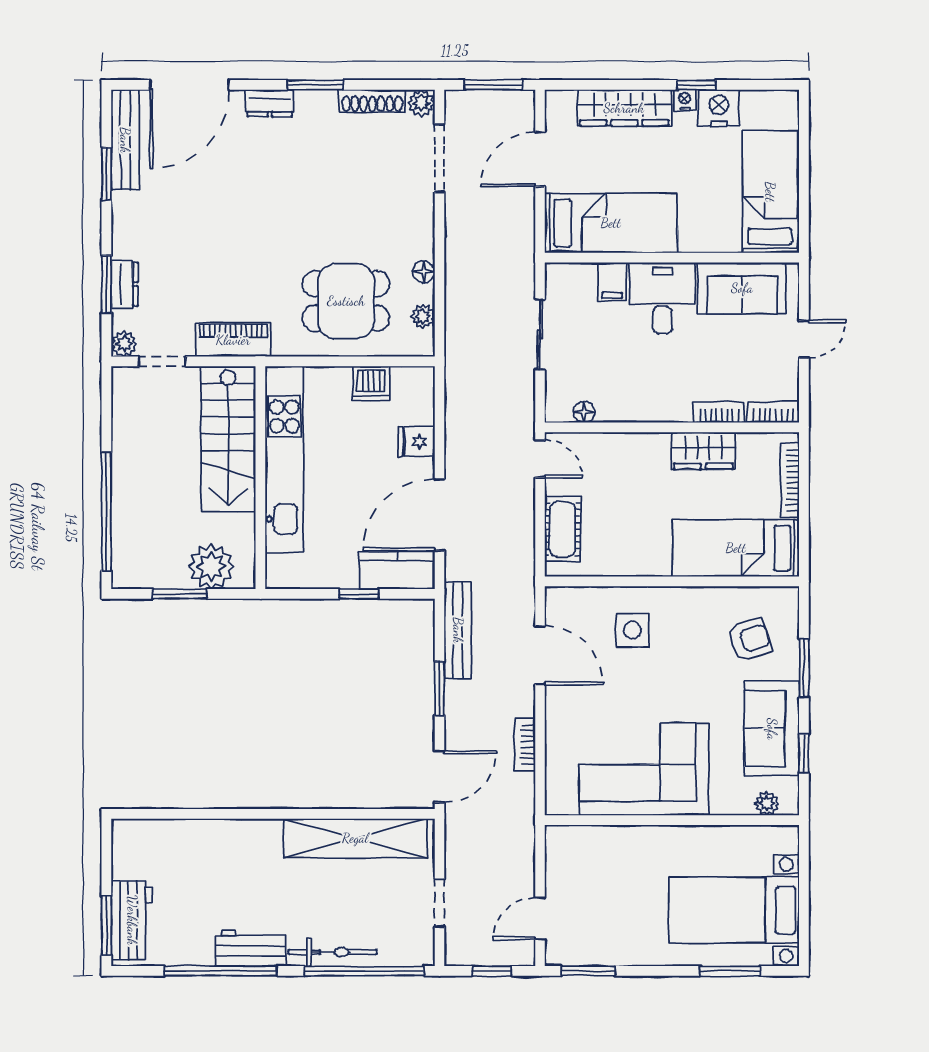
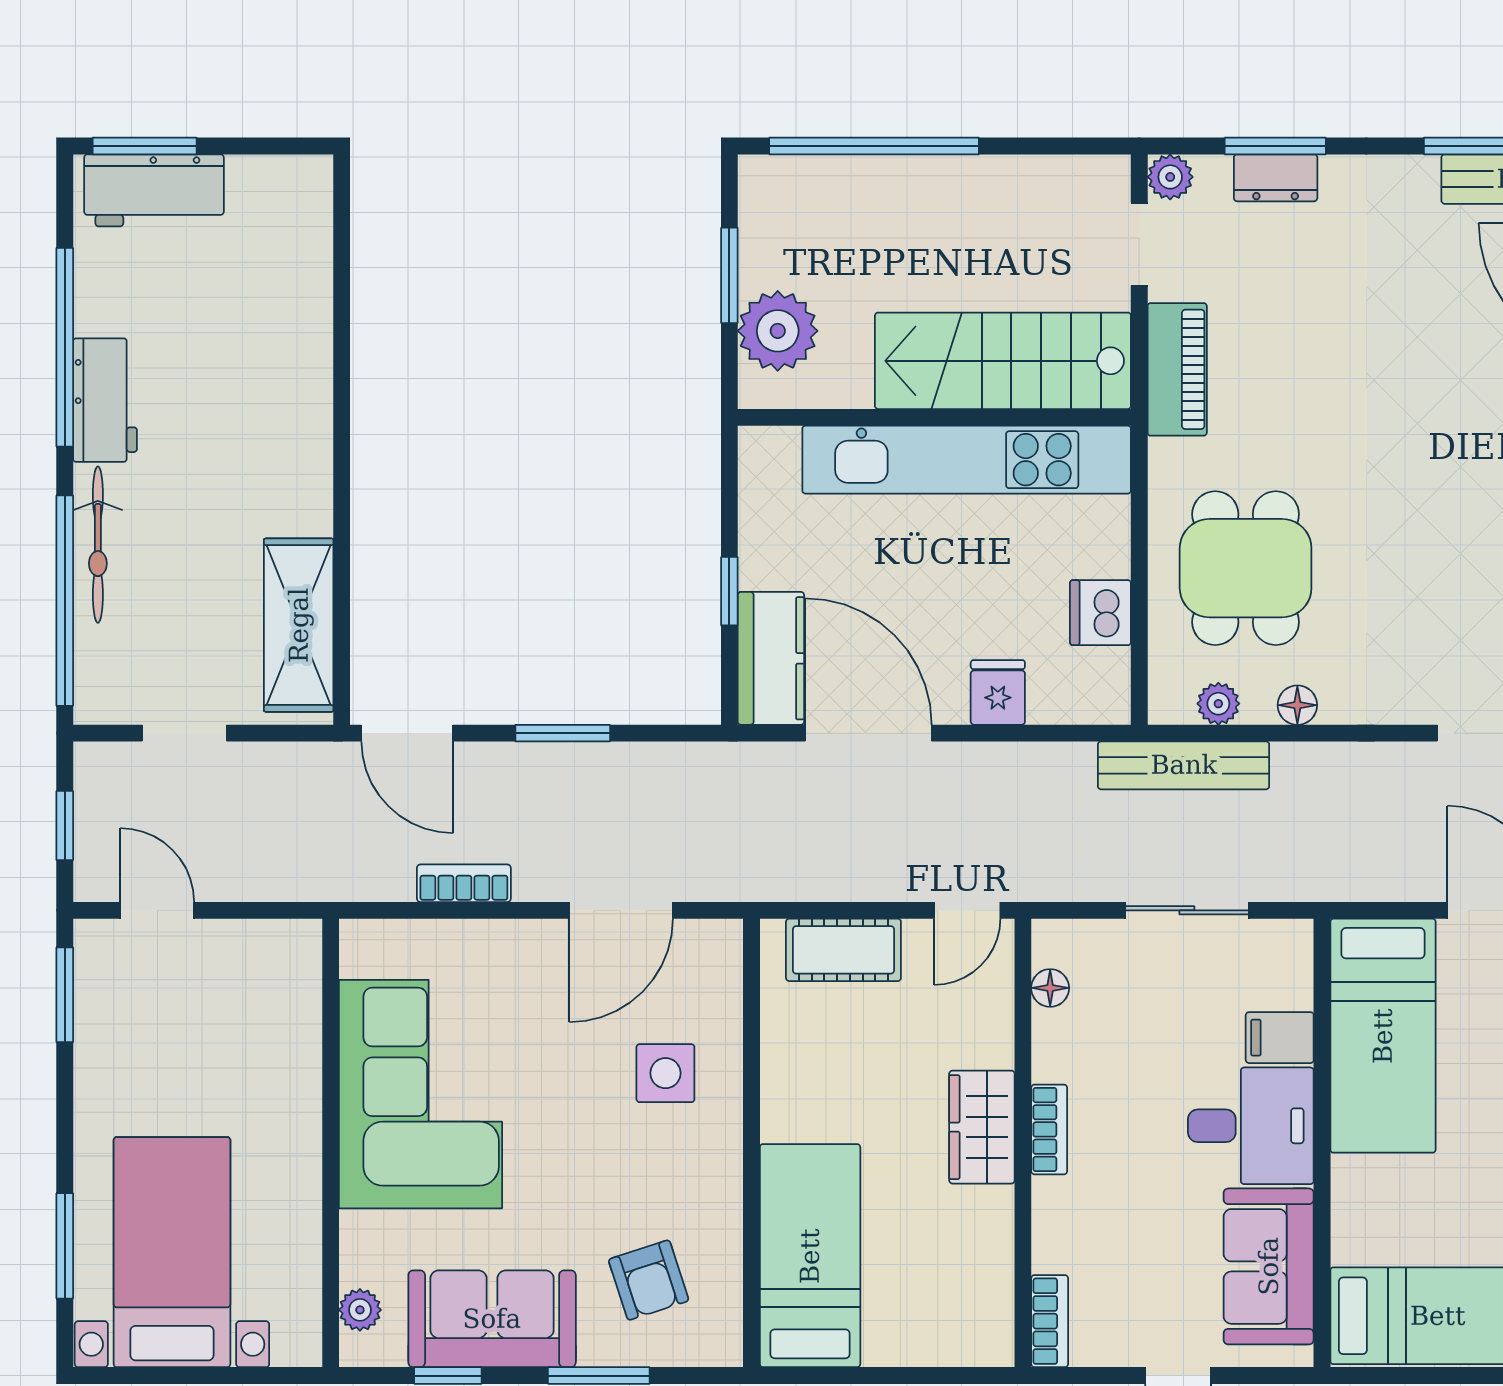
bookcase: (719, 412) -> (1049, 1129), moved
wardrobe: (703, 451) -> (982, 1127), moved
bookcase: (790, 480) -> (930, 1351), removed
bench: (458, 630) -> (1184, 765), moved
shelving: (355, 838) -> (299, 625), width x0.68

